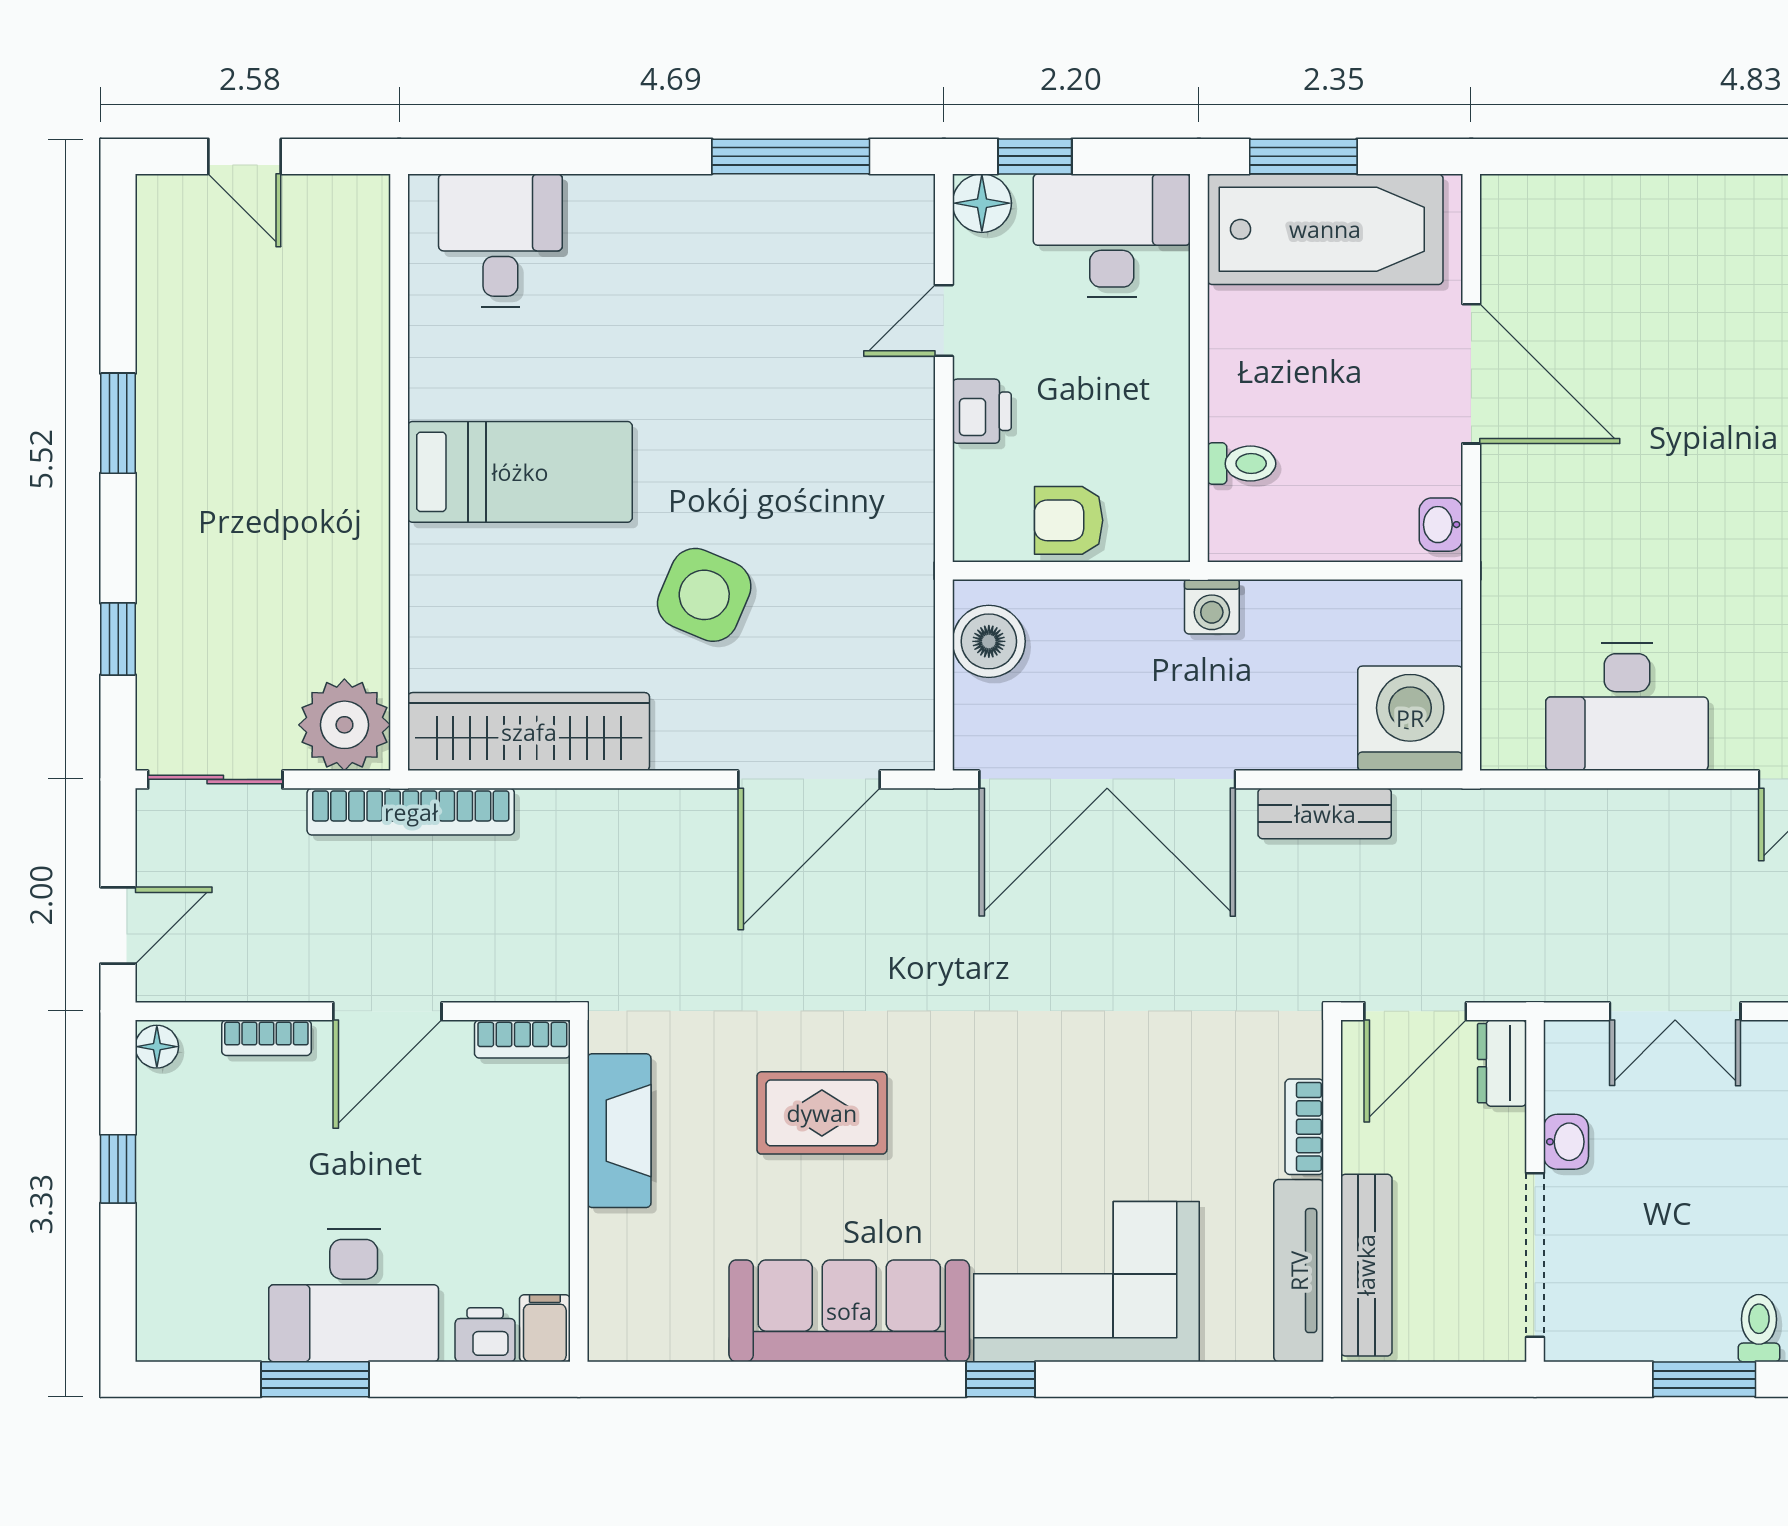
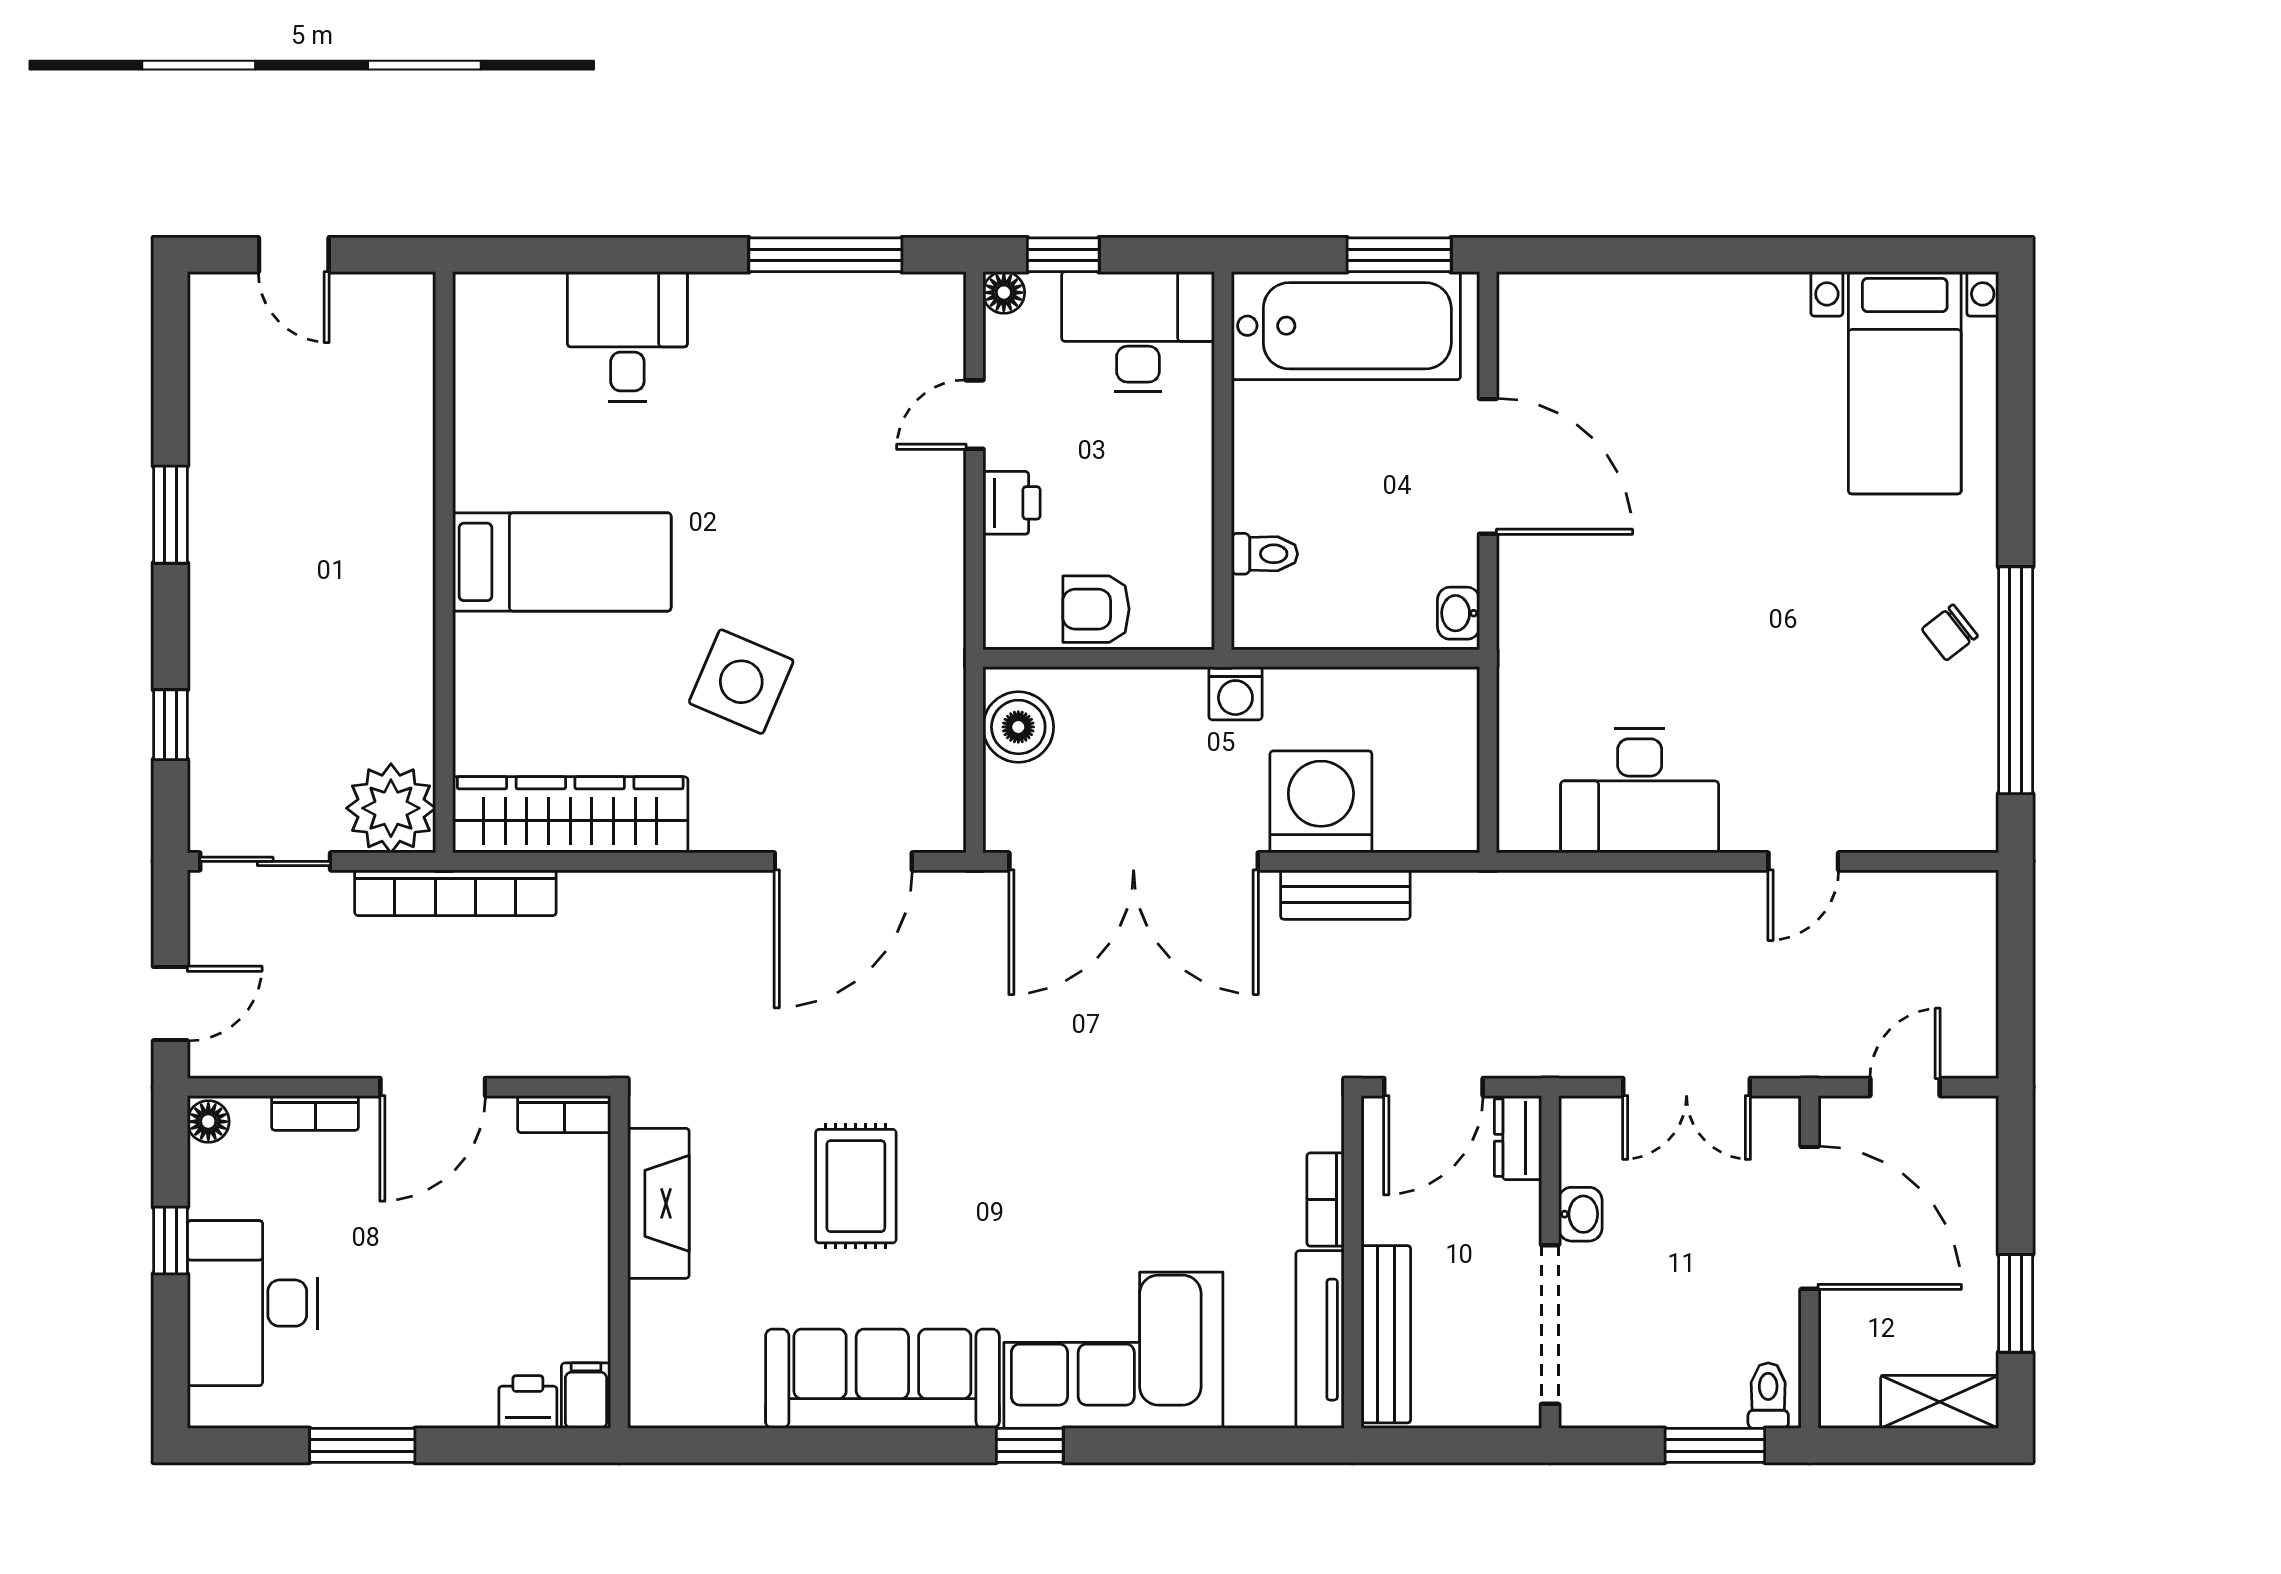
window: (1303, 156) -> (1399, 255), moved
floor lamp: (982, 203) -> (1004, 293), width x0.73, depth x0.73
desk: (500, 240) -> (627, 337), moved
washing machine: (1410, 718) -> (1321, 802), moved
rug: (822, 1113) -> (856, 1186), turned 90
desk: (354, 1295) -> (252, 1303), moved, turned 90

